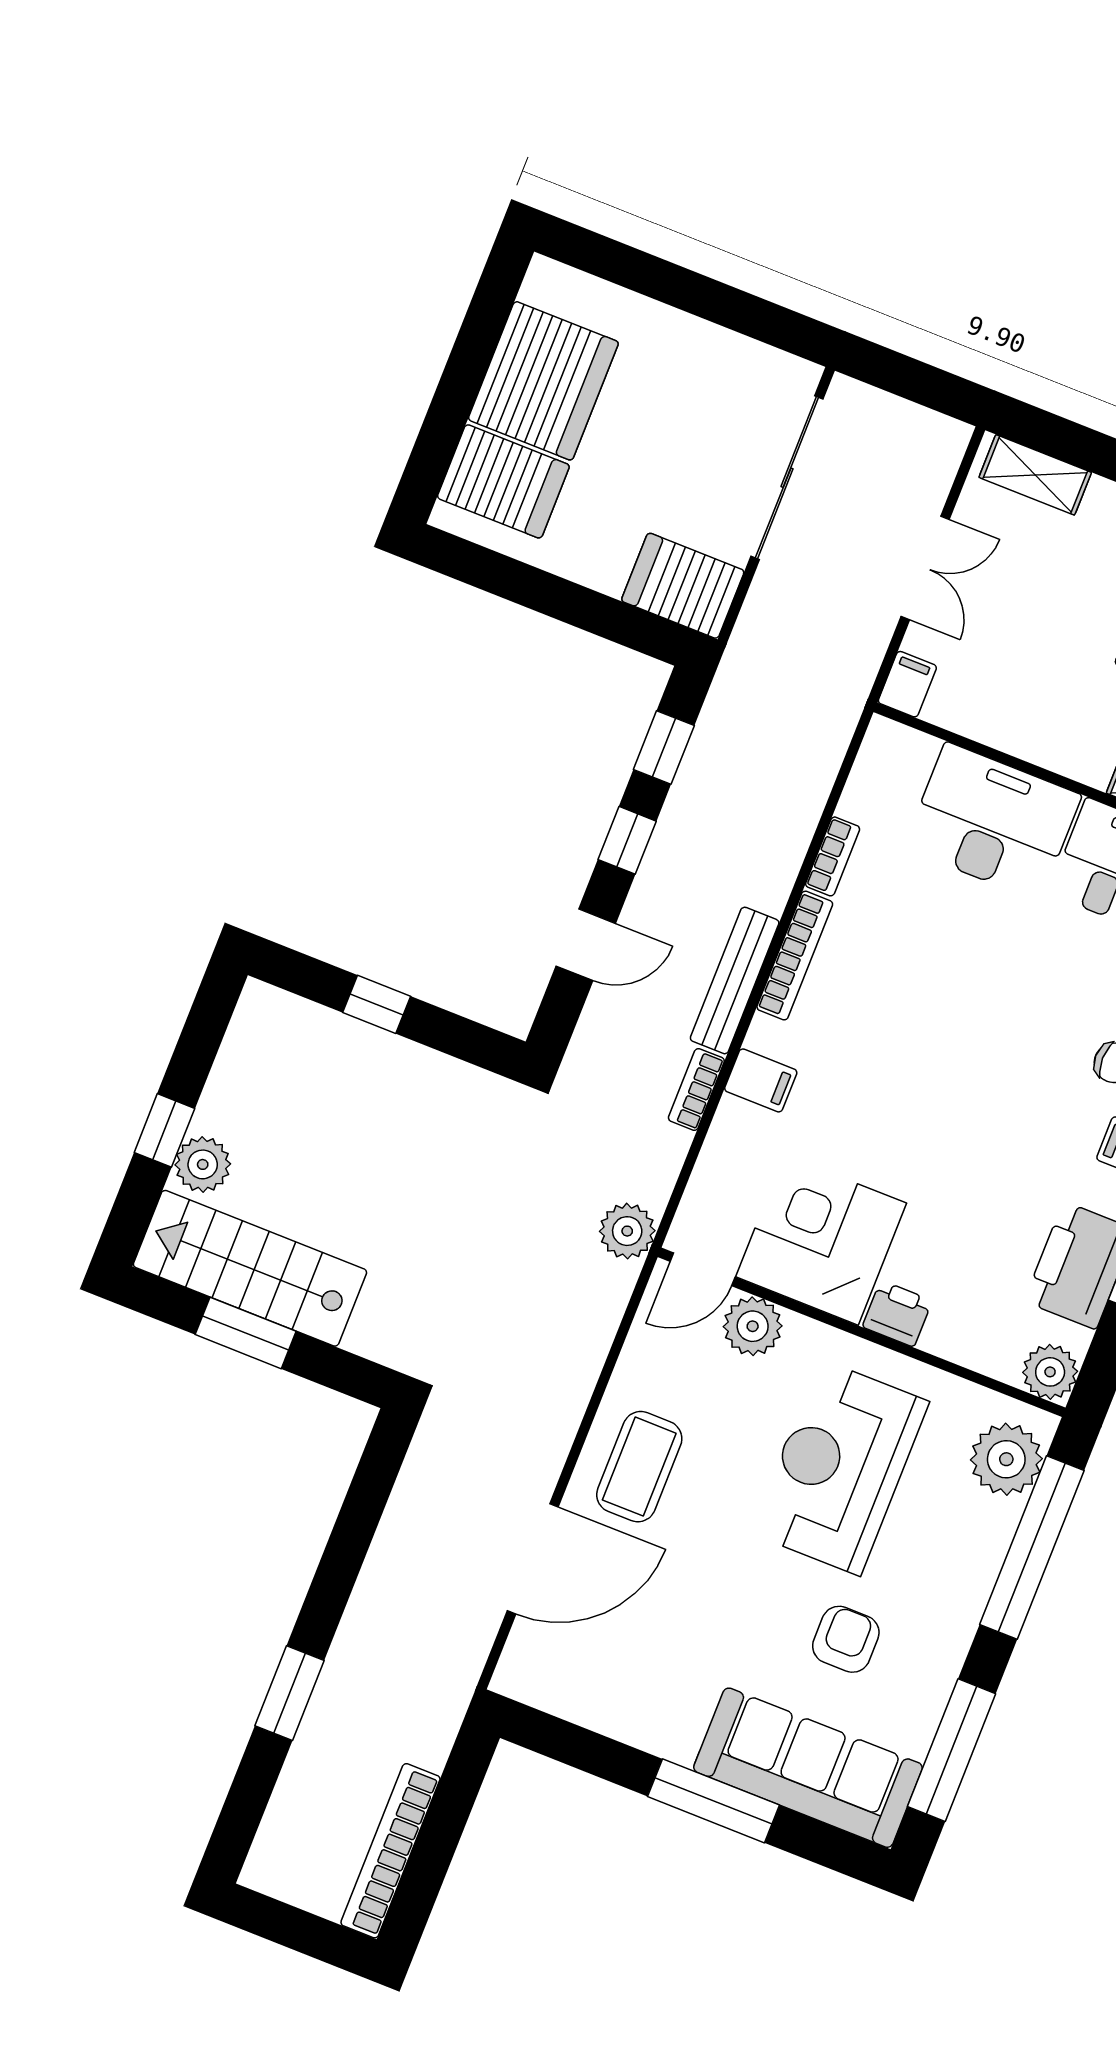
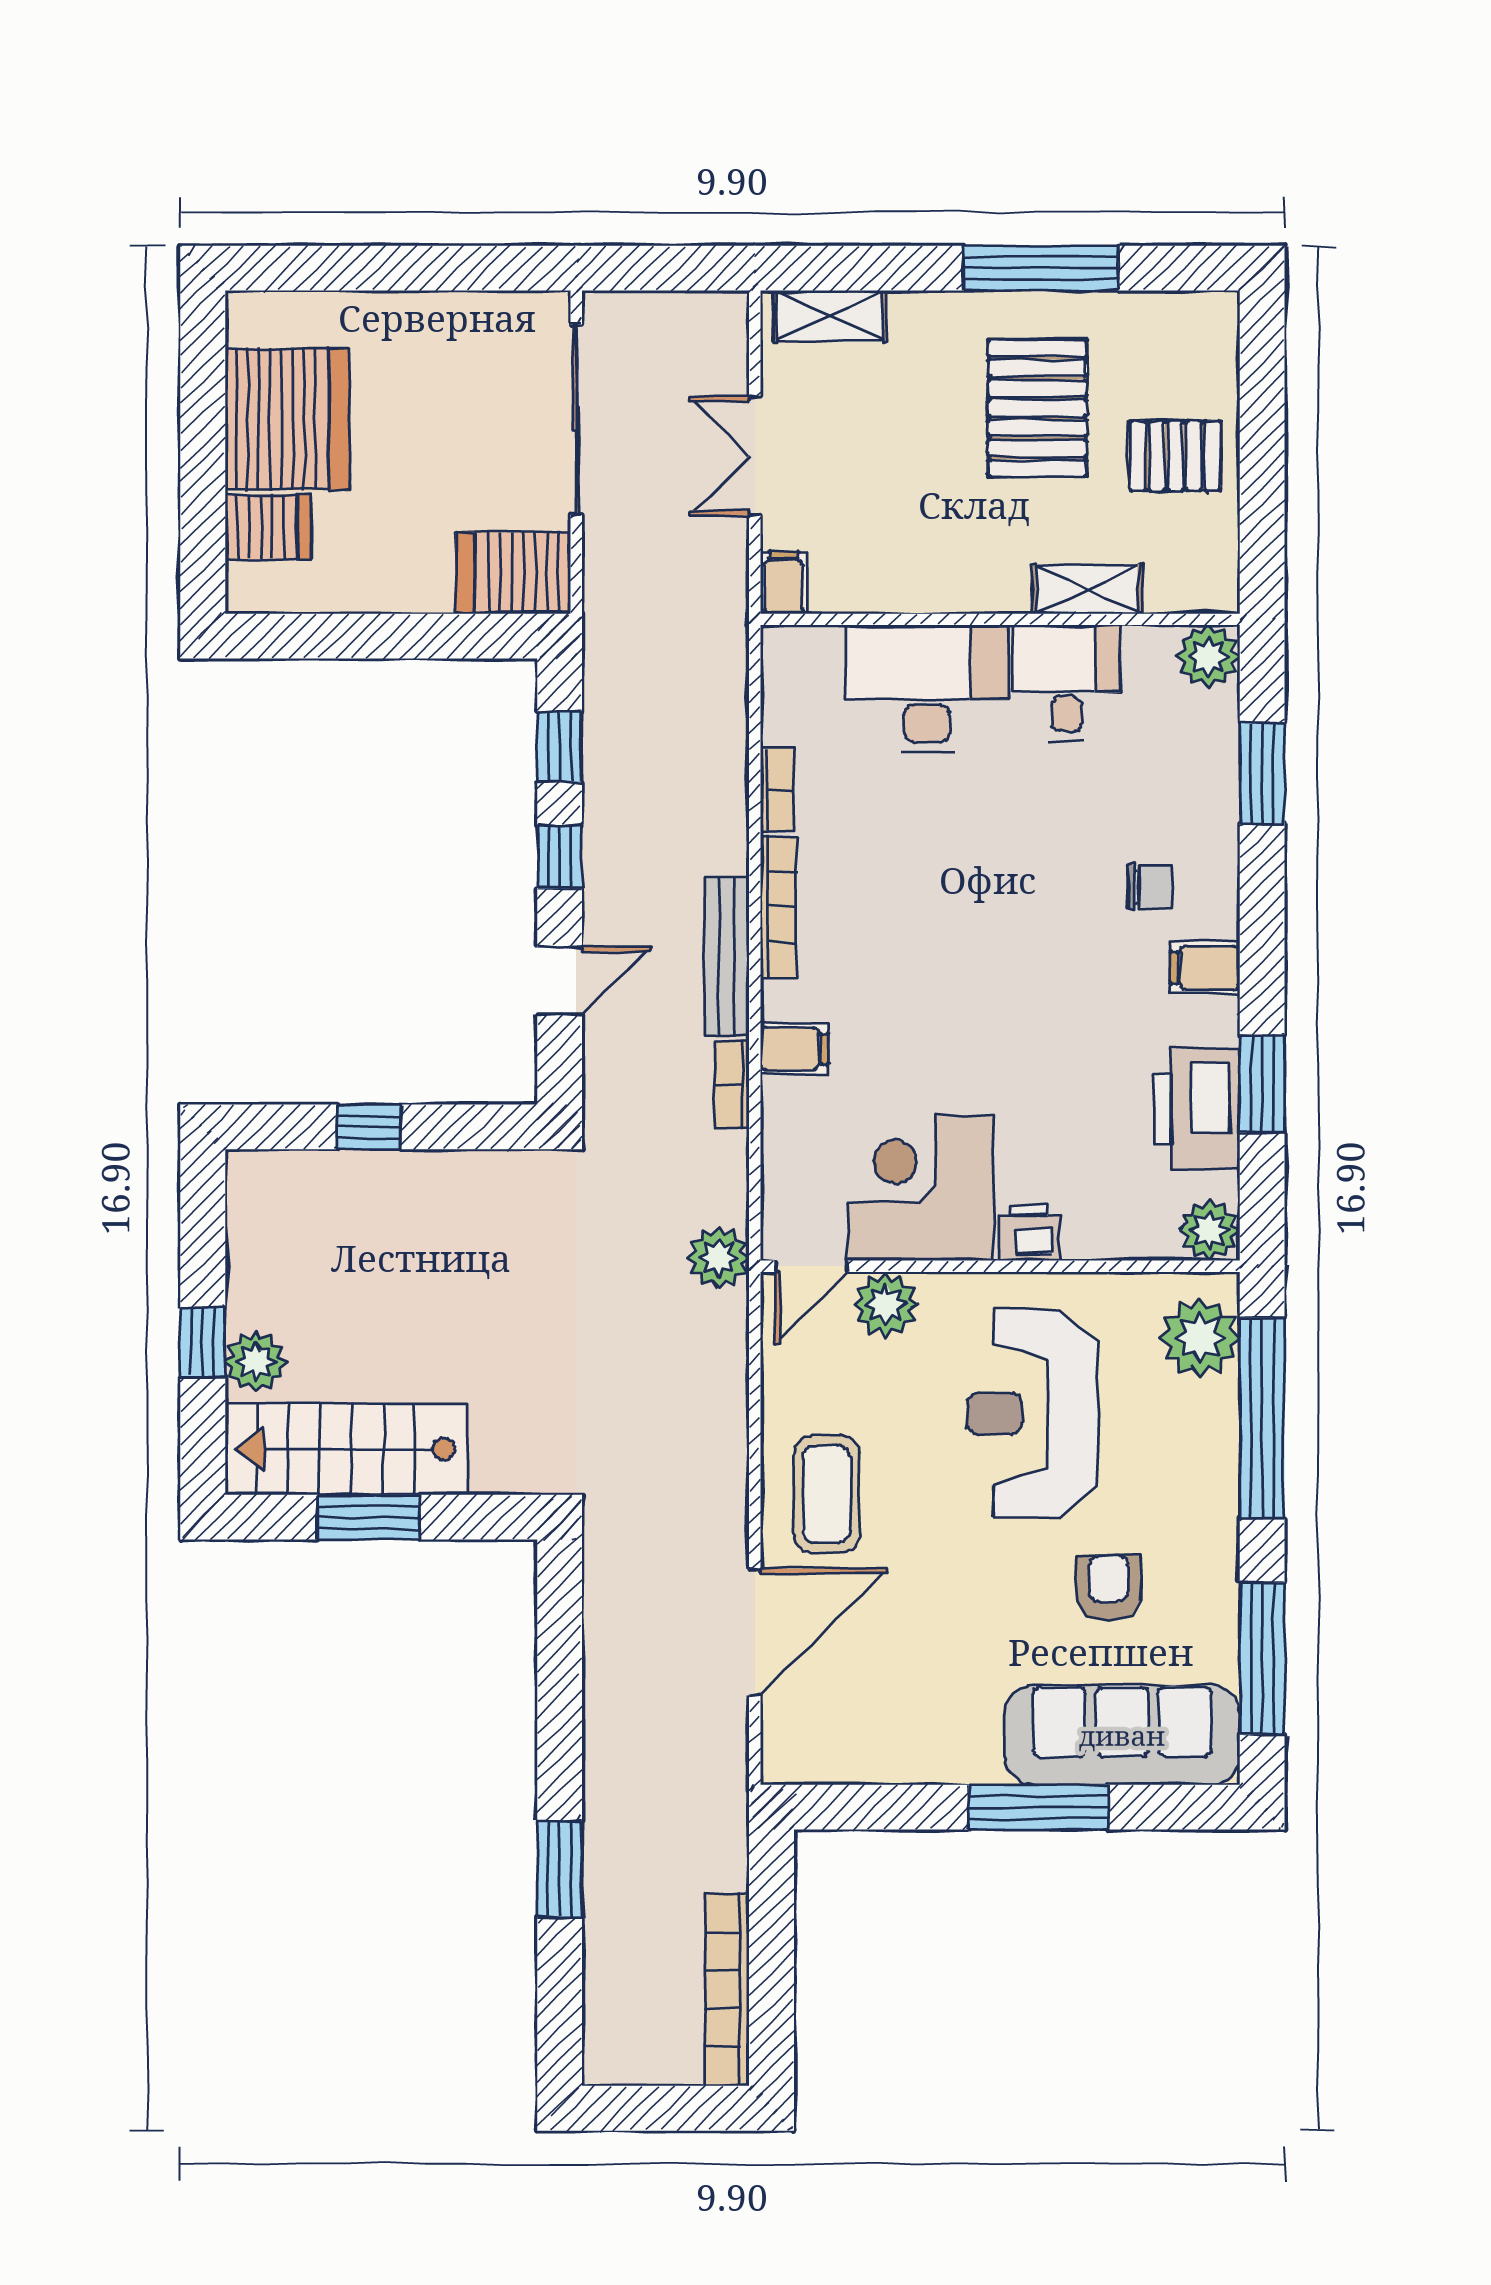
server rack: (503, 481) -> (268, 527), width x0.73, depth x0.70
double door: (925, 568) -> (755, 456), swing flipped

